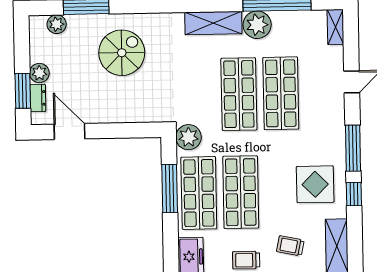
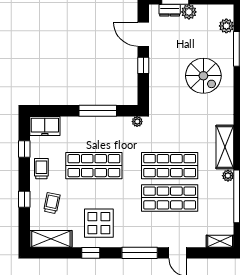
plant: (257, 25) -> (228, 176), width x0.53, depth x0.53
window: (110, 131) -> (143, 65), added
door: (69, 132) -> (143, 34), swing flipped
plant: (189, 137) -> (137, 122), width x0.53, depth x0.53
window: (353, 148) -> (140, 253), moved
shop shelf: (199, 193) -> (94, 133), removed

